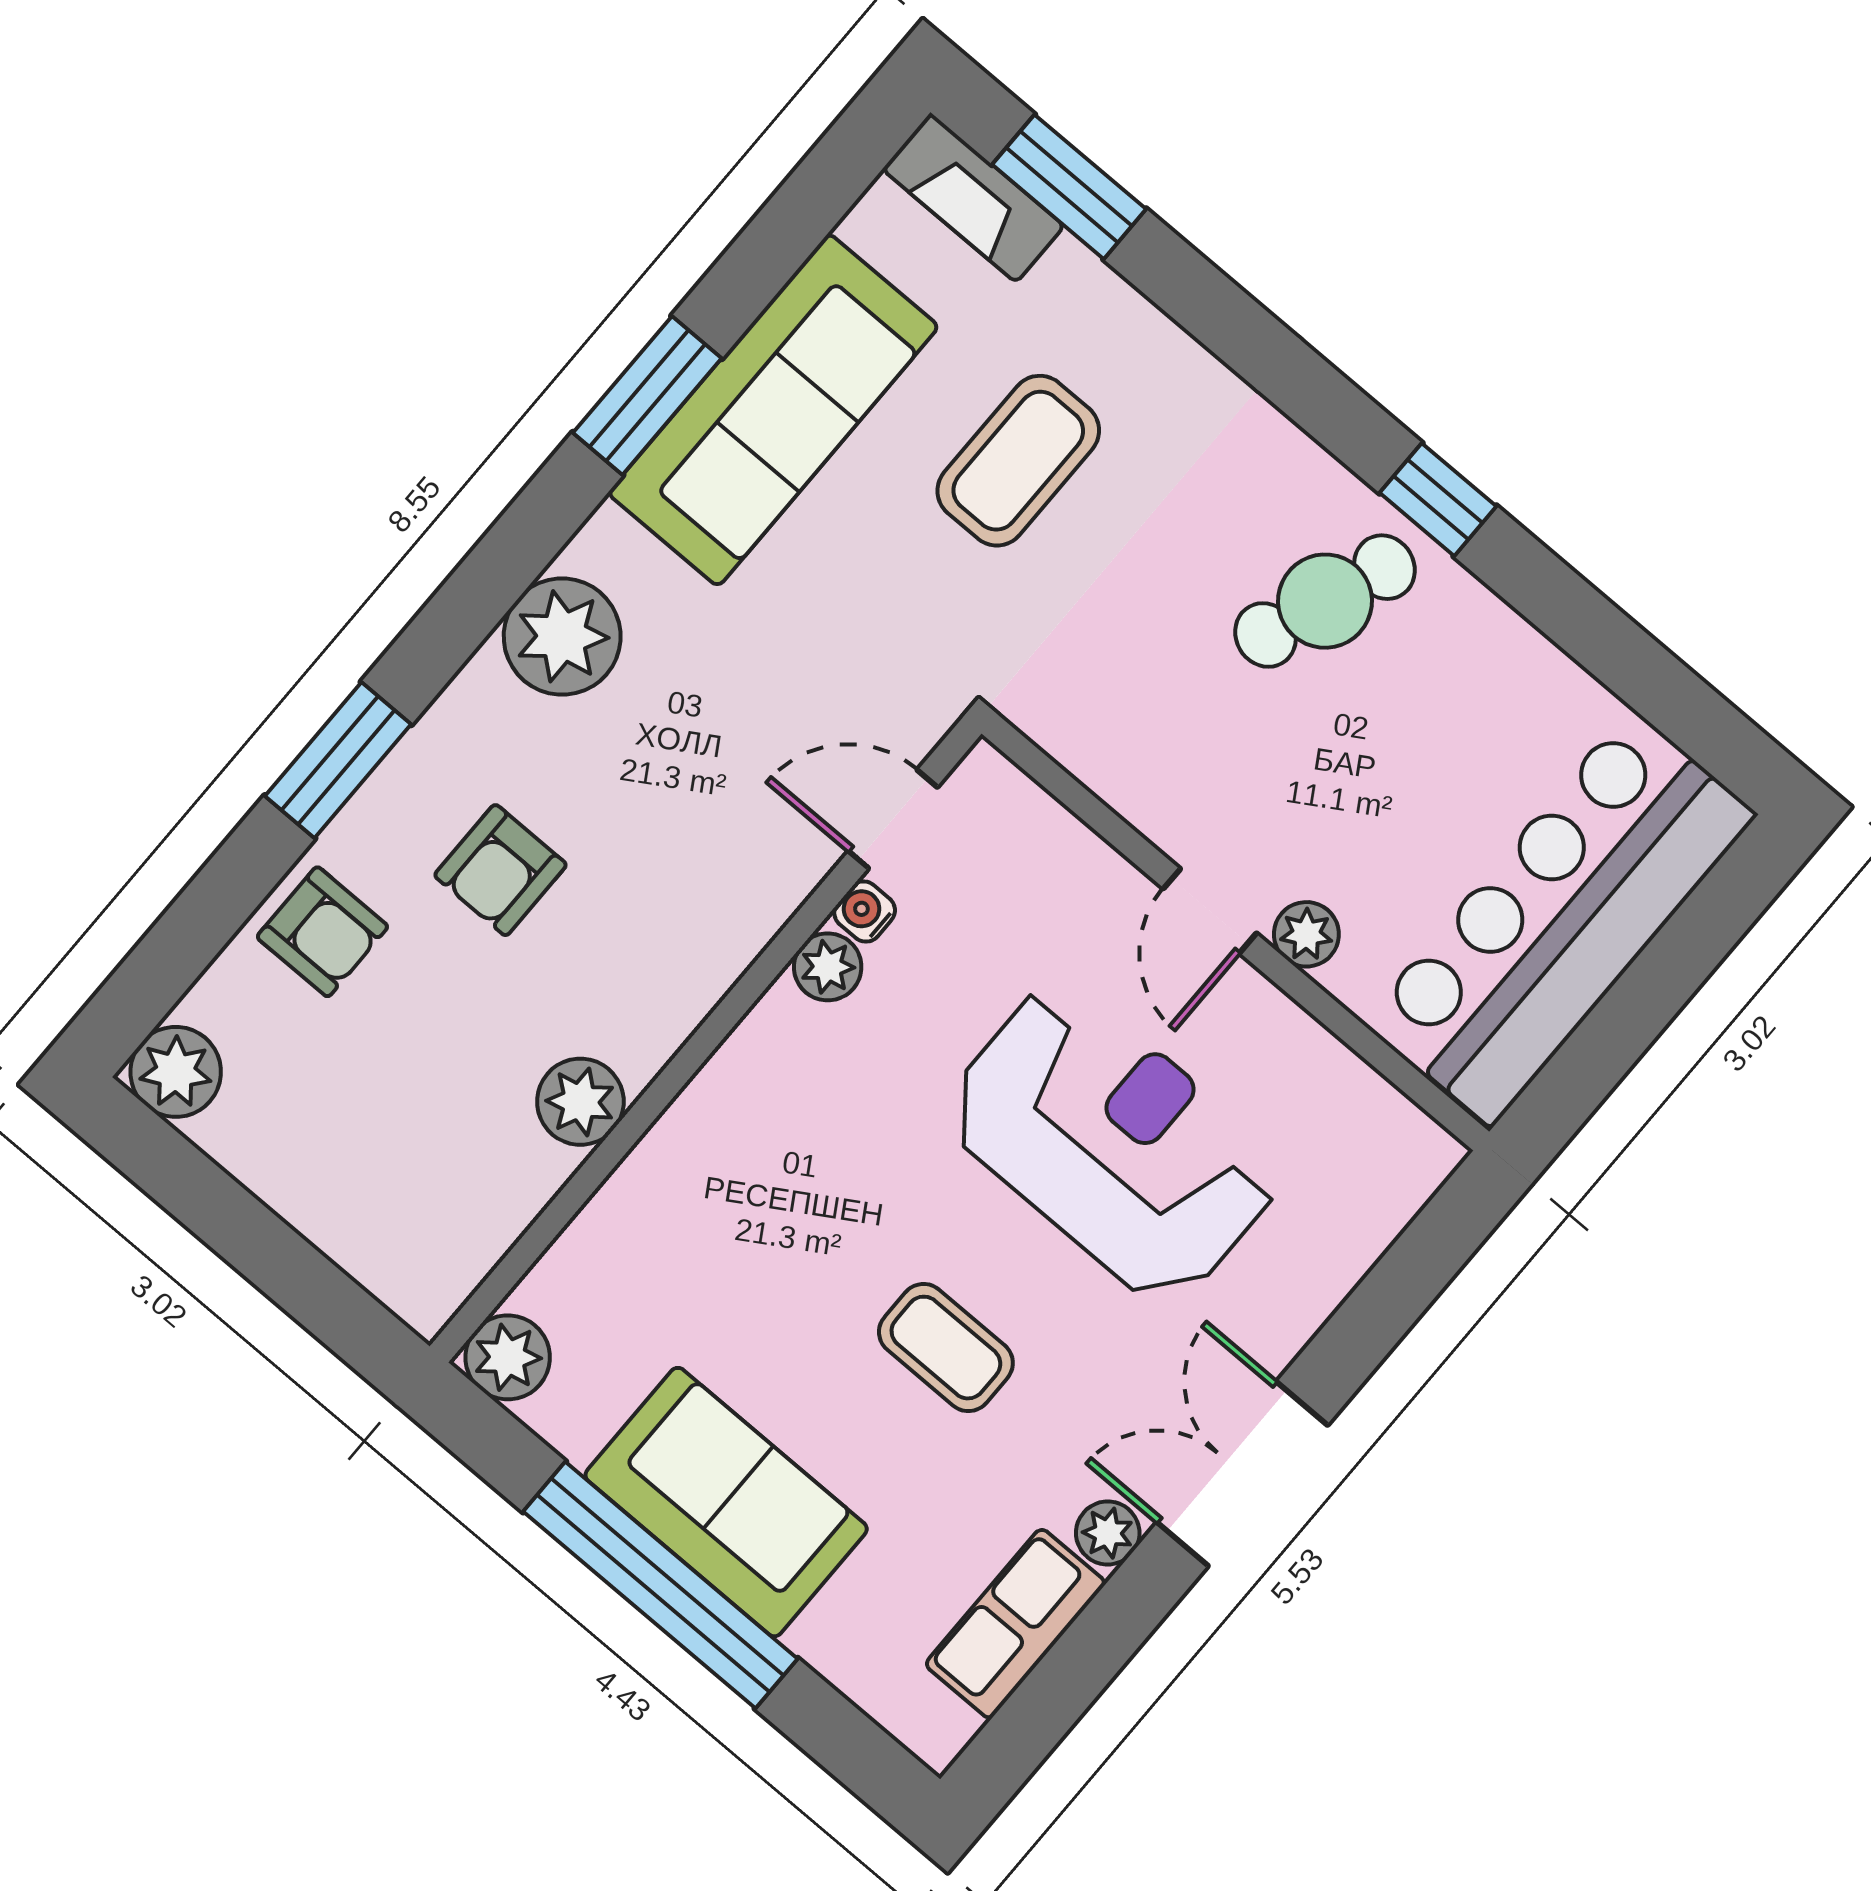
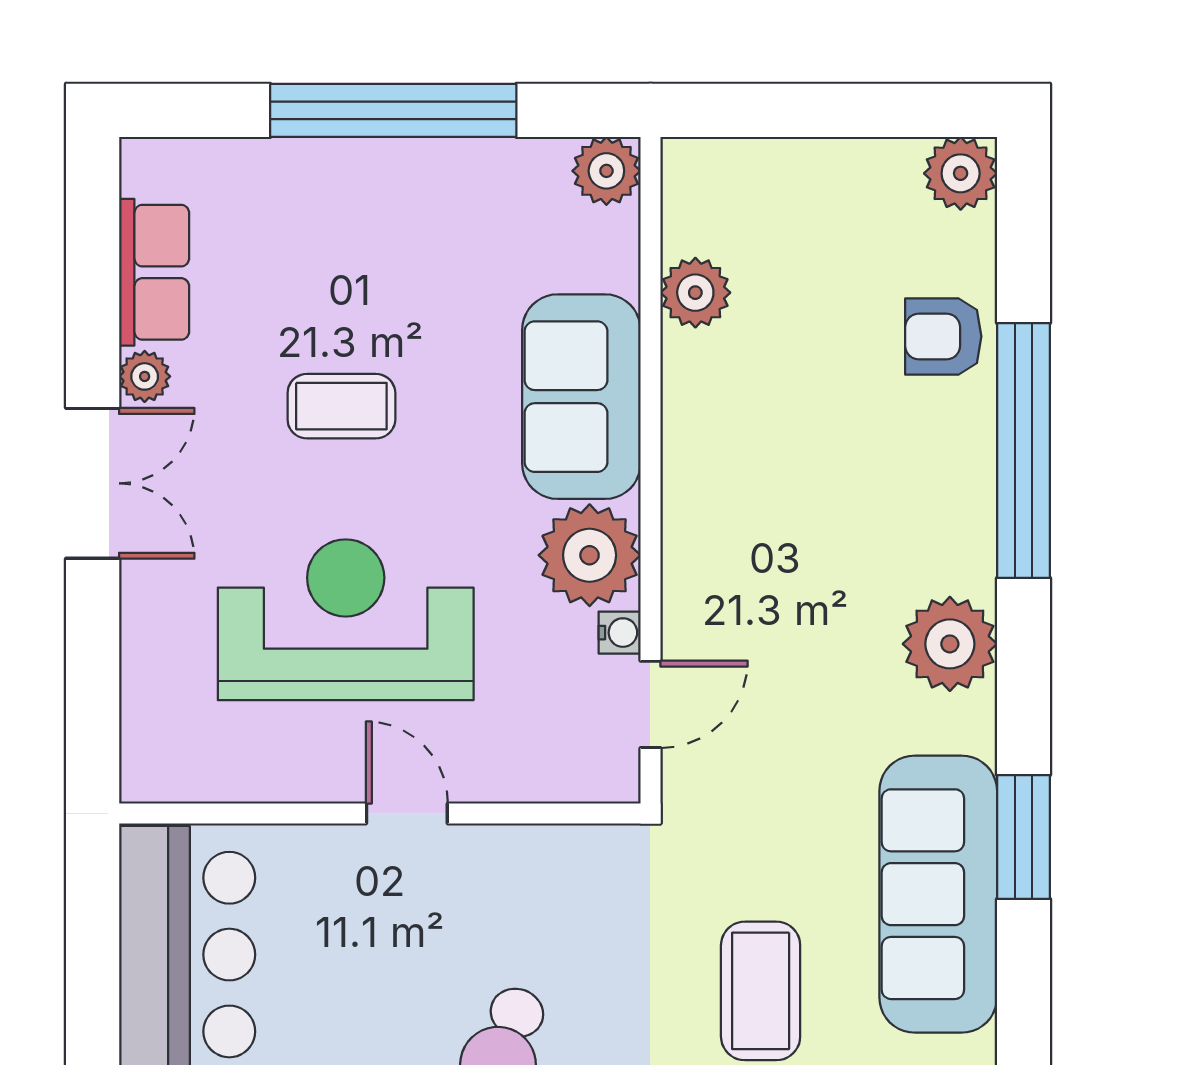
window: (338, 760) -> (1023, 451), width x2.11
armchair: (500, 870) -> (866, 468), removed
plant: (1306, 934) -> (335, 850), removed
plant: (828, 967) -> (590, 555), width x1.88, depth x1.88
plant: (580, 1102) -> (695, 293), moved
reception desk: (1113, 1143) -> (346, 620), turned 180
sofa: (726, 1502) -> (581, 397), moved, turned 90

